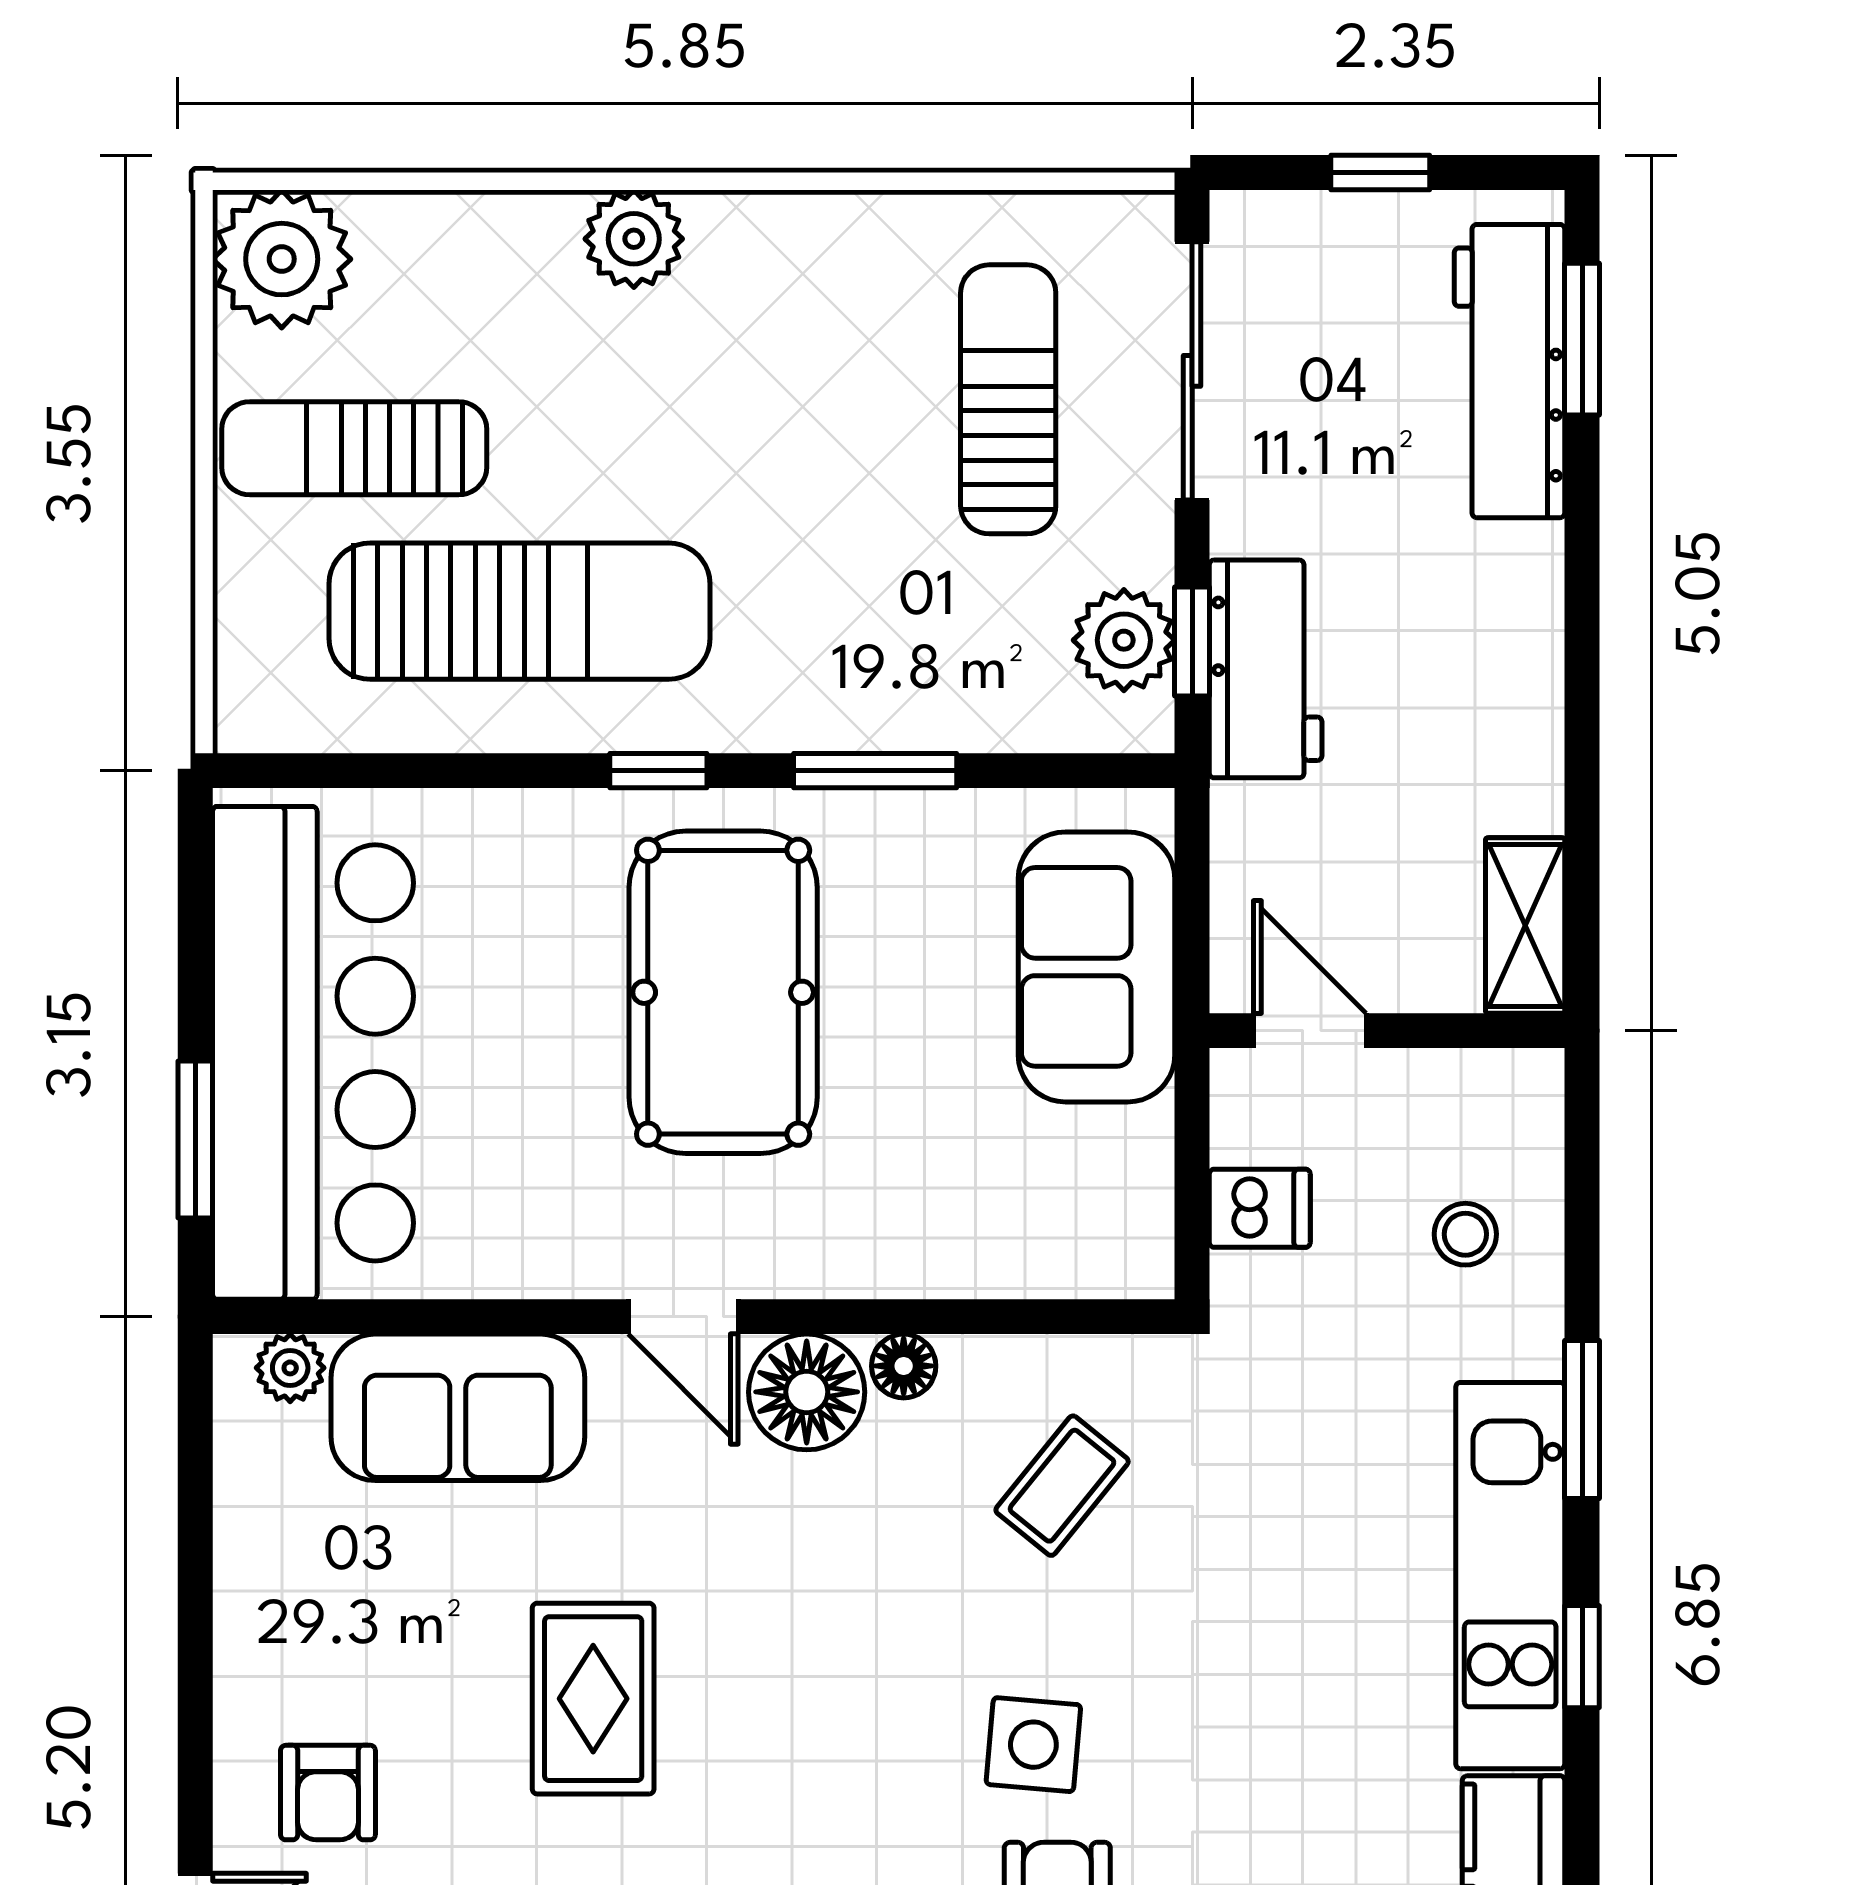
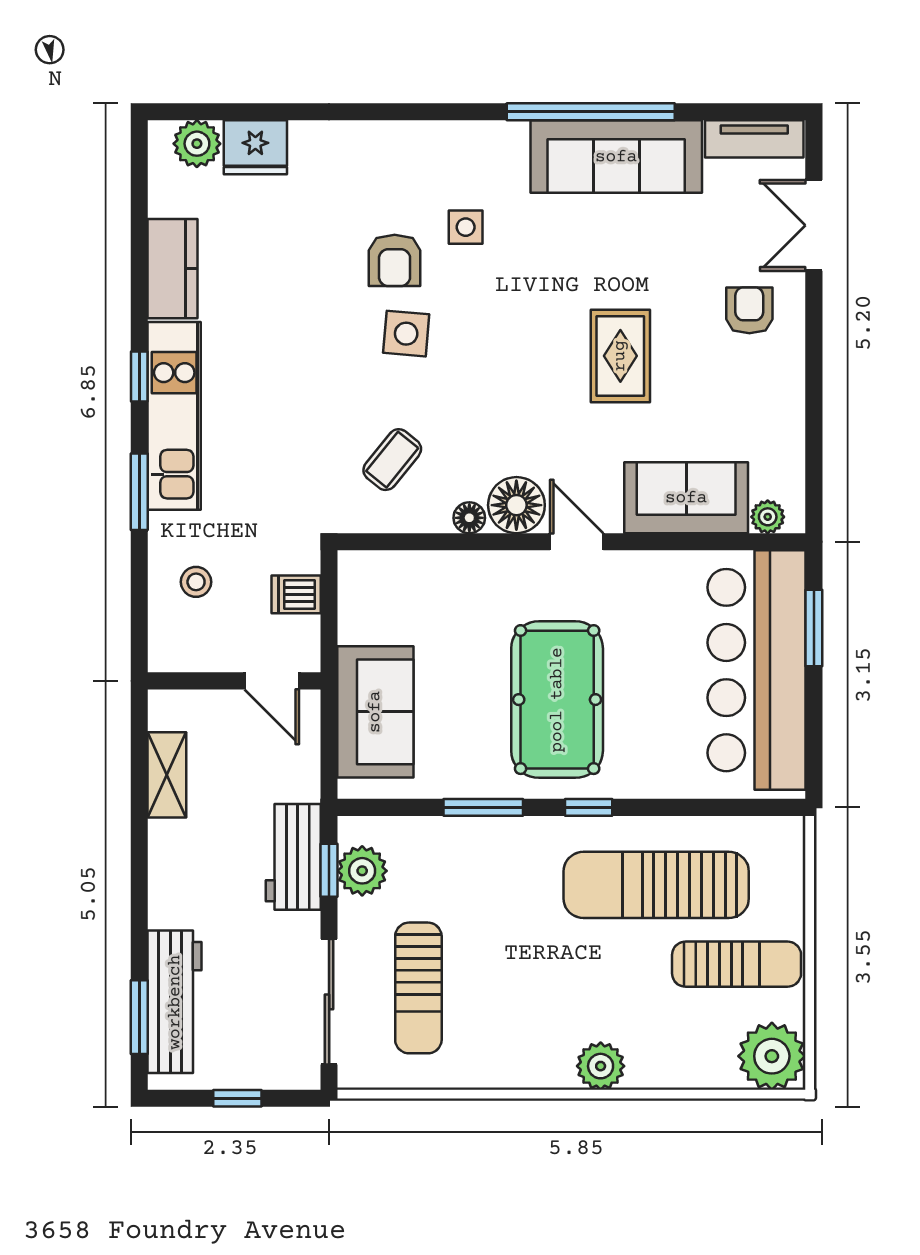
shelving: (1525, 925) -> (167, 775), moved

